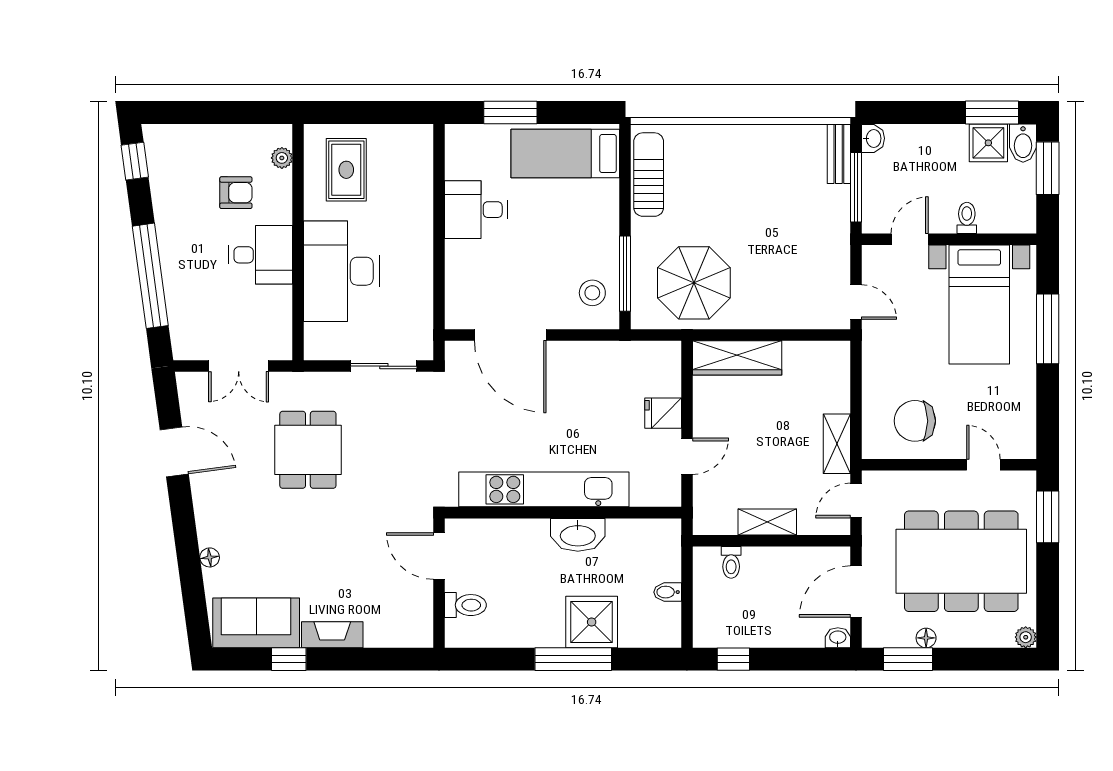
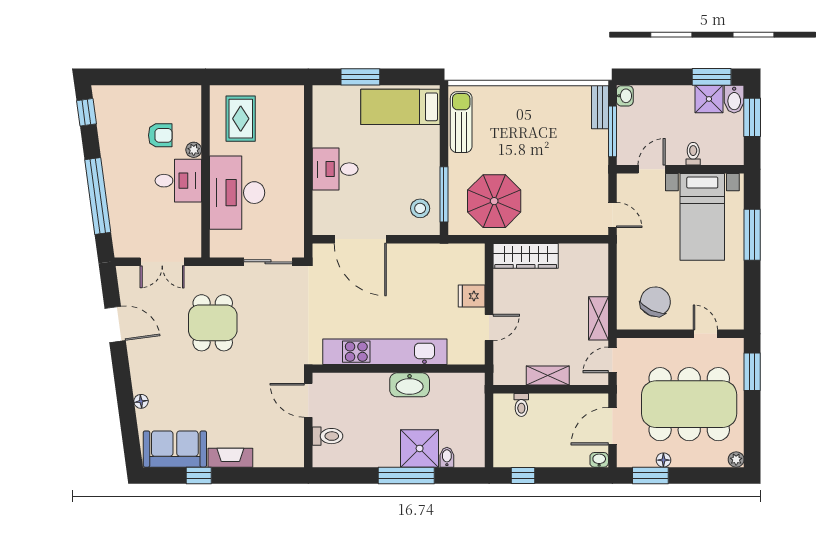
plant: (282, 158) -> (194, 150), moved
desk: (476, 210) -> (335, 169), moved
chair: (915, 421) -> (655, 302), turned 115
bidet: (668, 592) -> (447, 457), moved, turned 90

